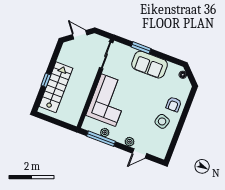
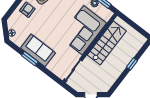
window: (141, 48) -> (30, 59), moved
stairs: (56, 87) -> (107, 43), moved, turned 180

